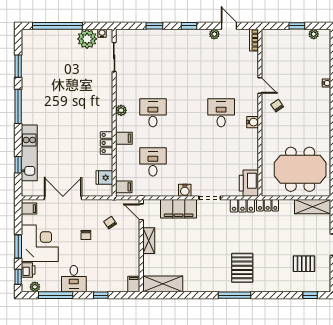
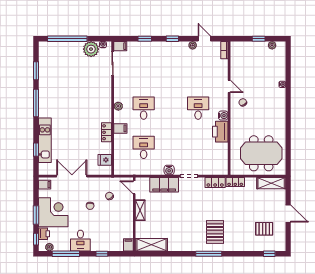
printer: (249, 183) -> (220, 132), moved
filing cabinet: (124, 187) -> (120, 46), moved

